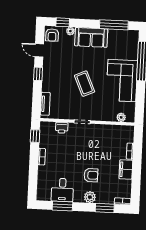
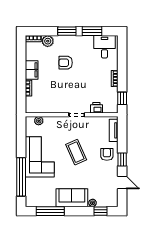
armchair: (52, 35) -> (107, 154), moved
desk: (62, 190) -> (104, 47), moved
plant: (90, 197) -> (48, 41), moved
window: (105, 208) -> (67, 31), moved

